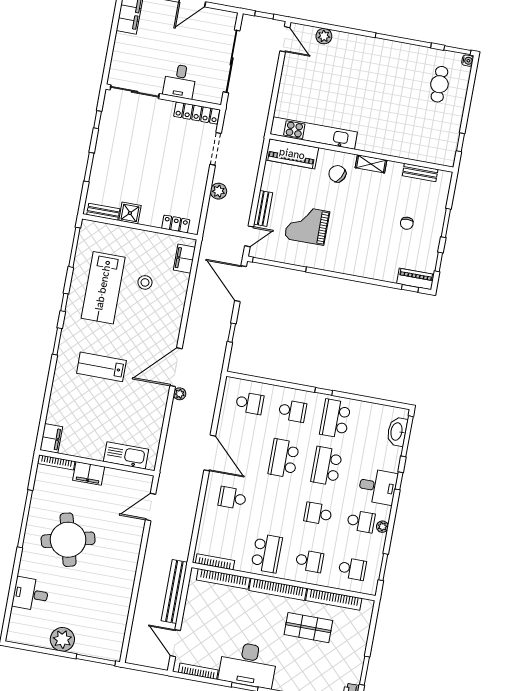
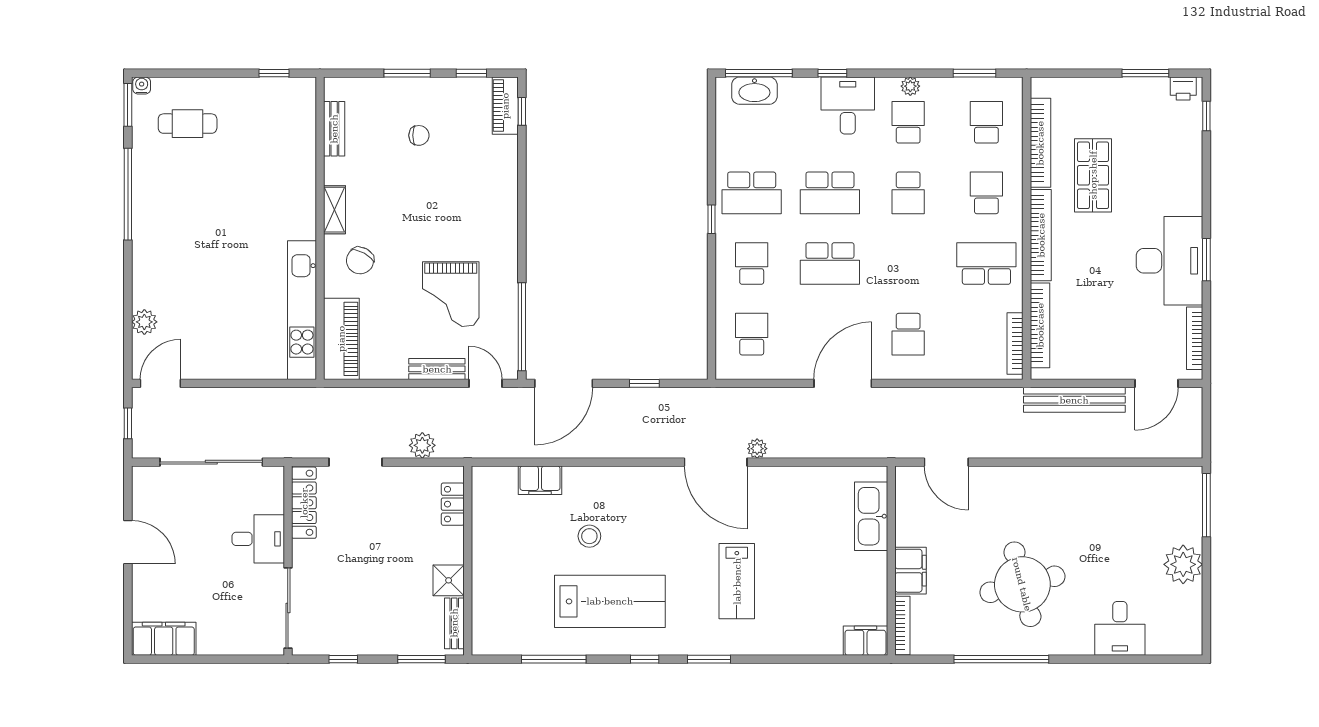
bench: (103, 212) -> (454, 623), moved
shower: (130, 213) -> (449, 580), moved
locker: (176, 224) -> (453, 504), moved
wall: (140, 227) -> (468, 561), moved

